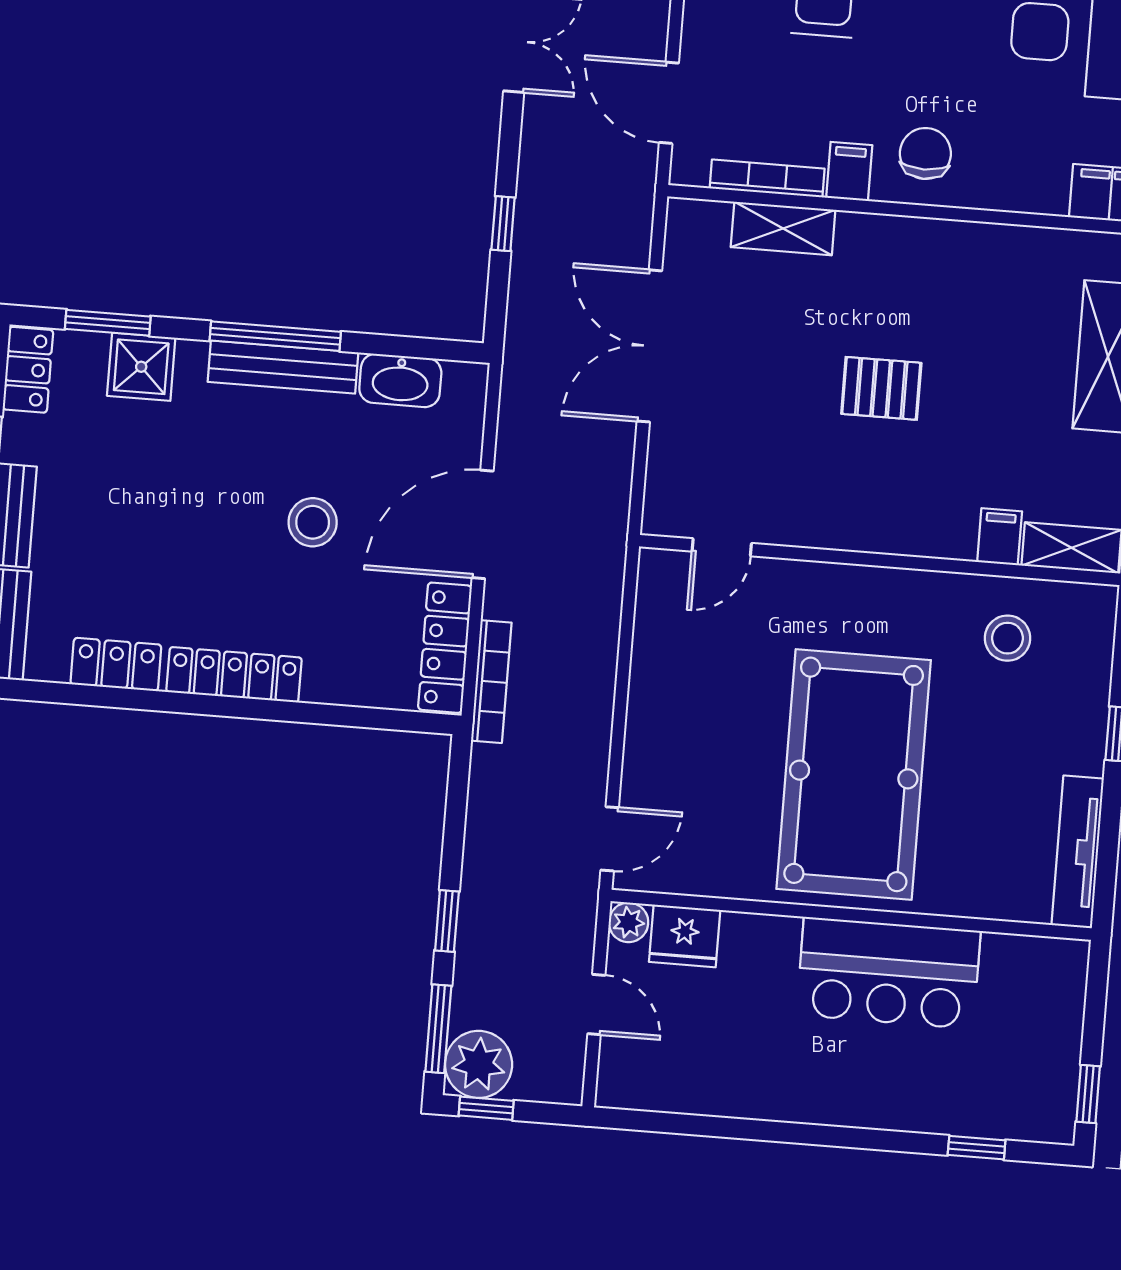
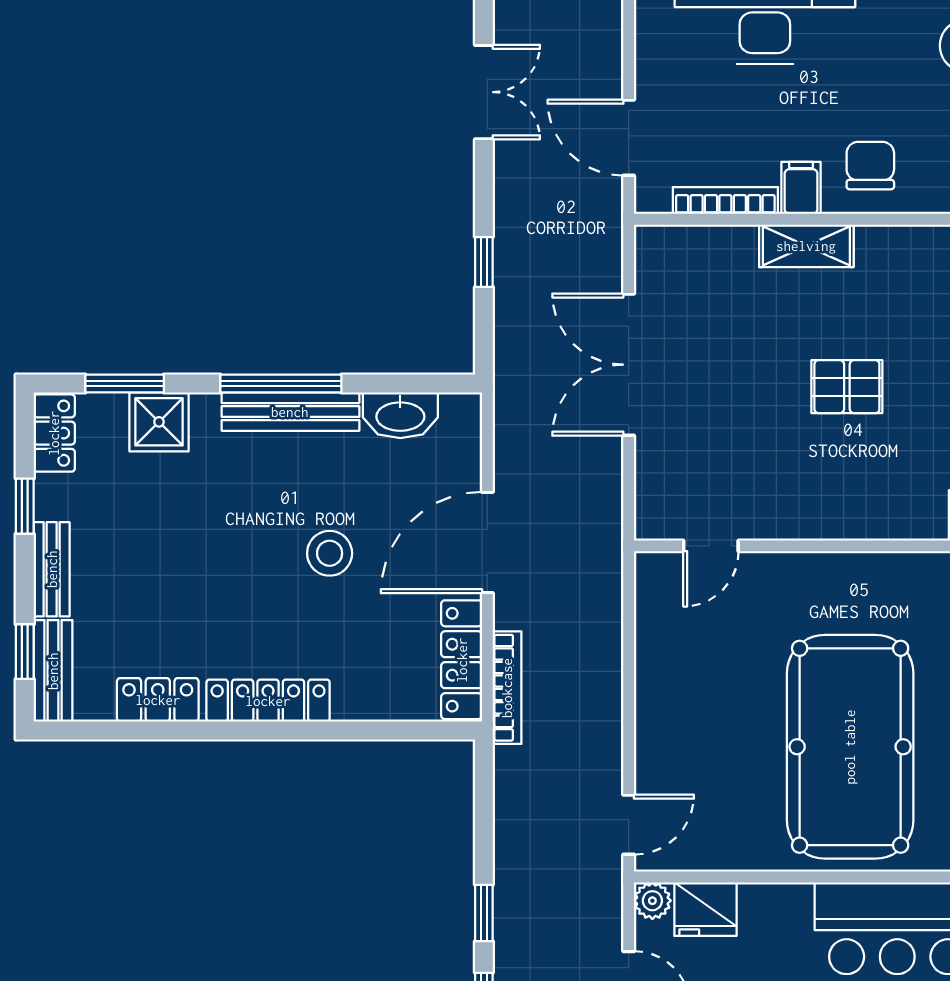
shelving: (783, 229) -> (806, 246), moved

